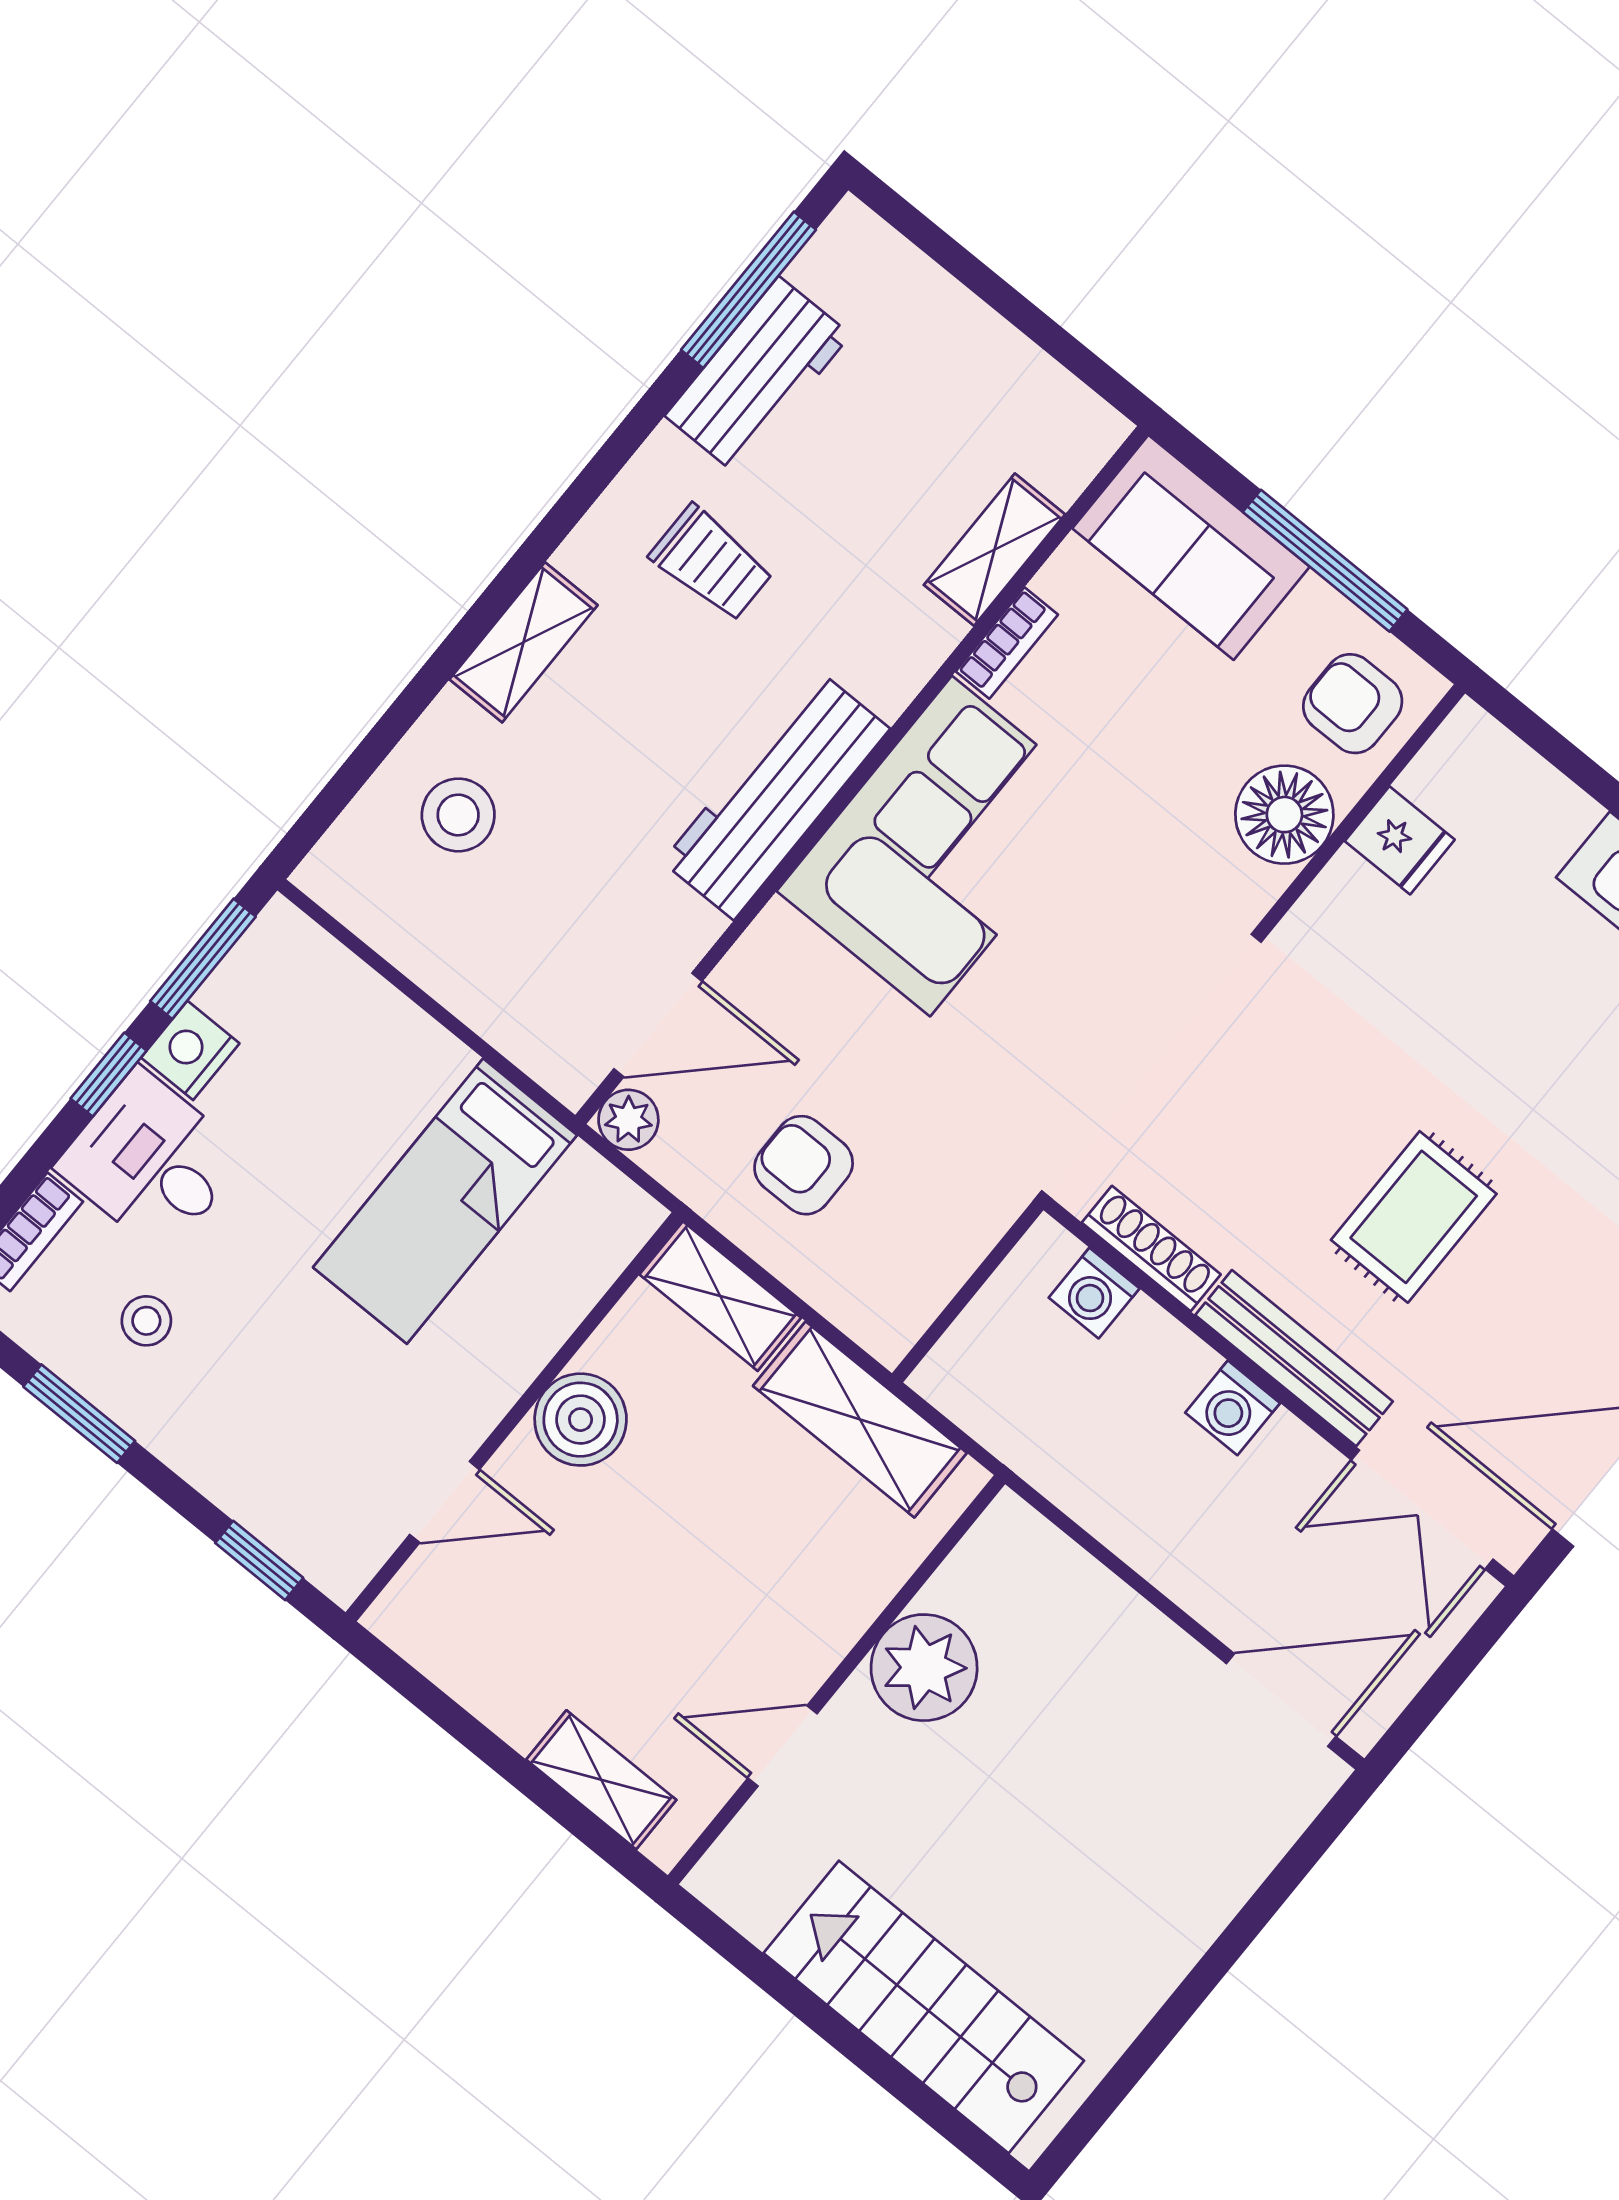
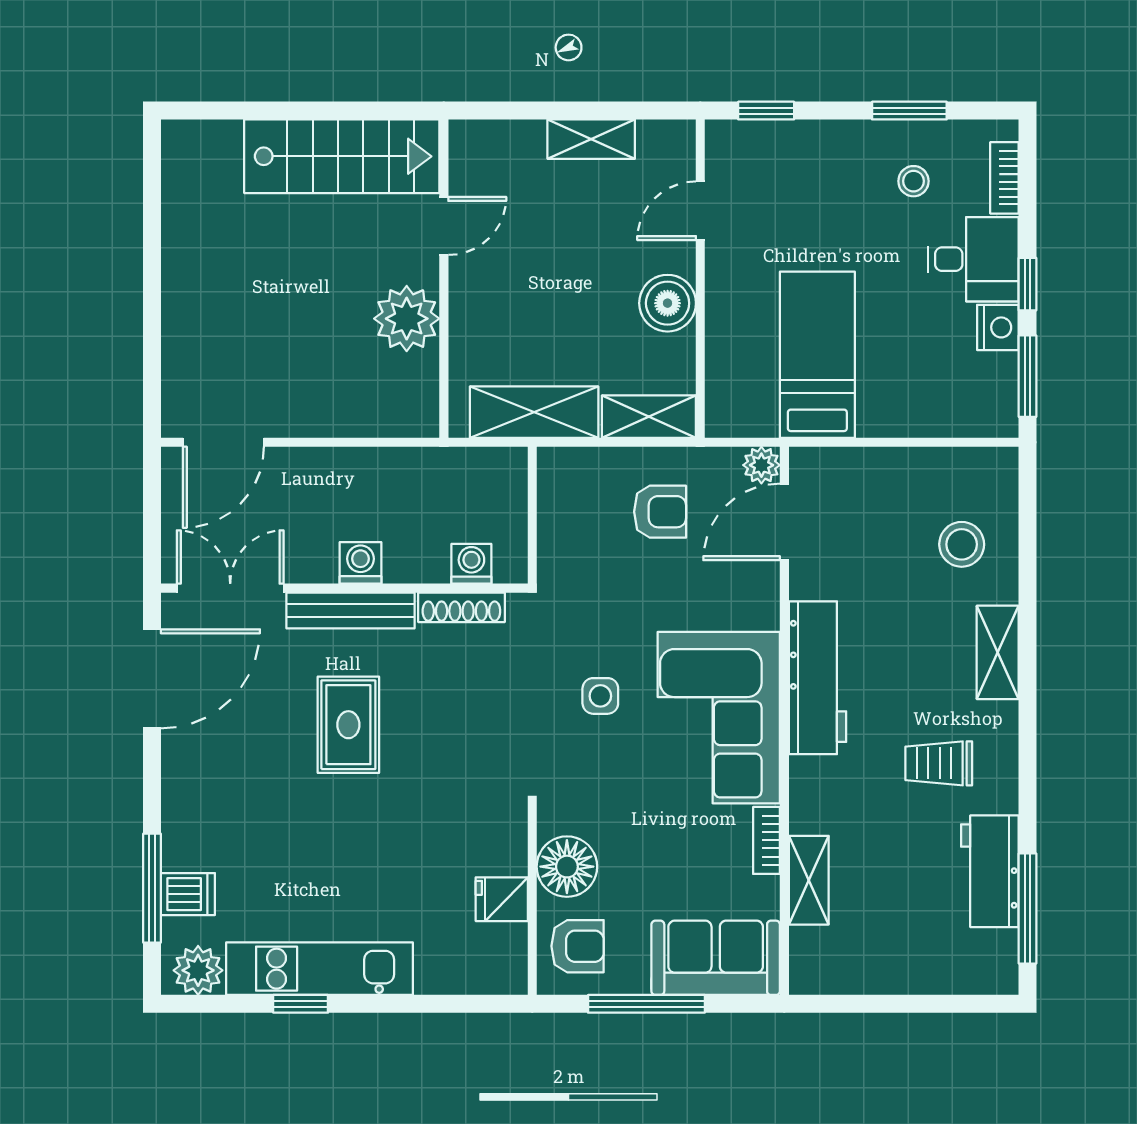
side table: (1067, 995) -> (600, 696), added
shelving: (601, 1780) -> (591, 139), moved
stairs: (924, 2007) -> (342, 156), moved

